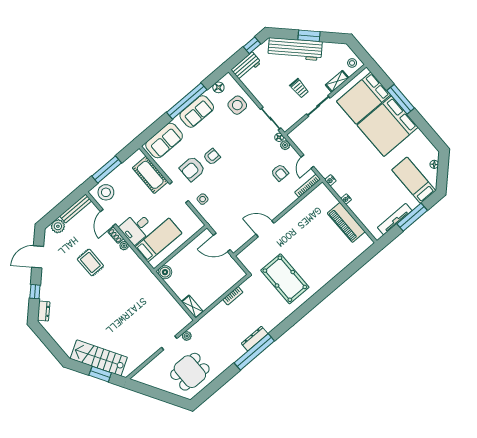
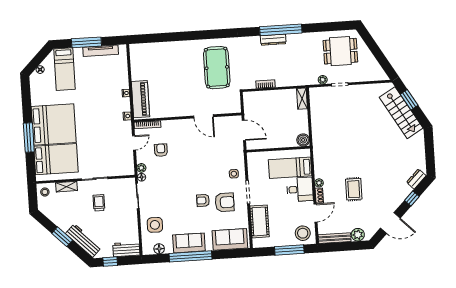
workbench: (295, 49) -> (83, 241), width x0.73, depth x0.76
piano: (346, 222) -> (140, 99), moved

